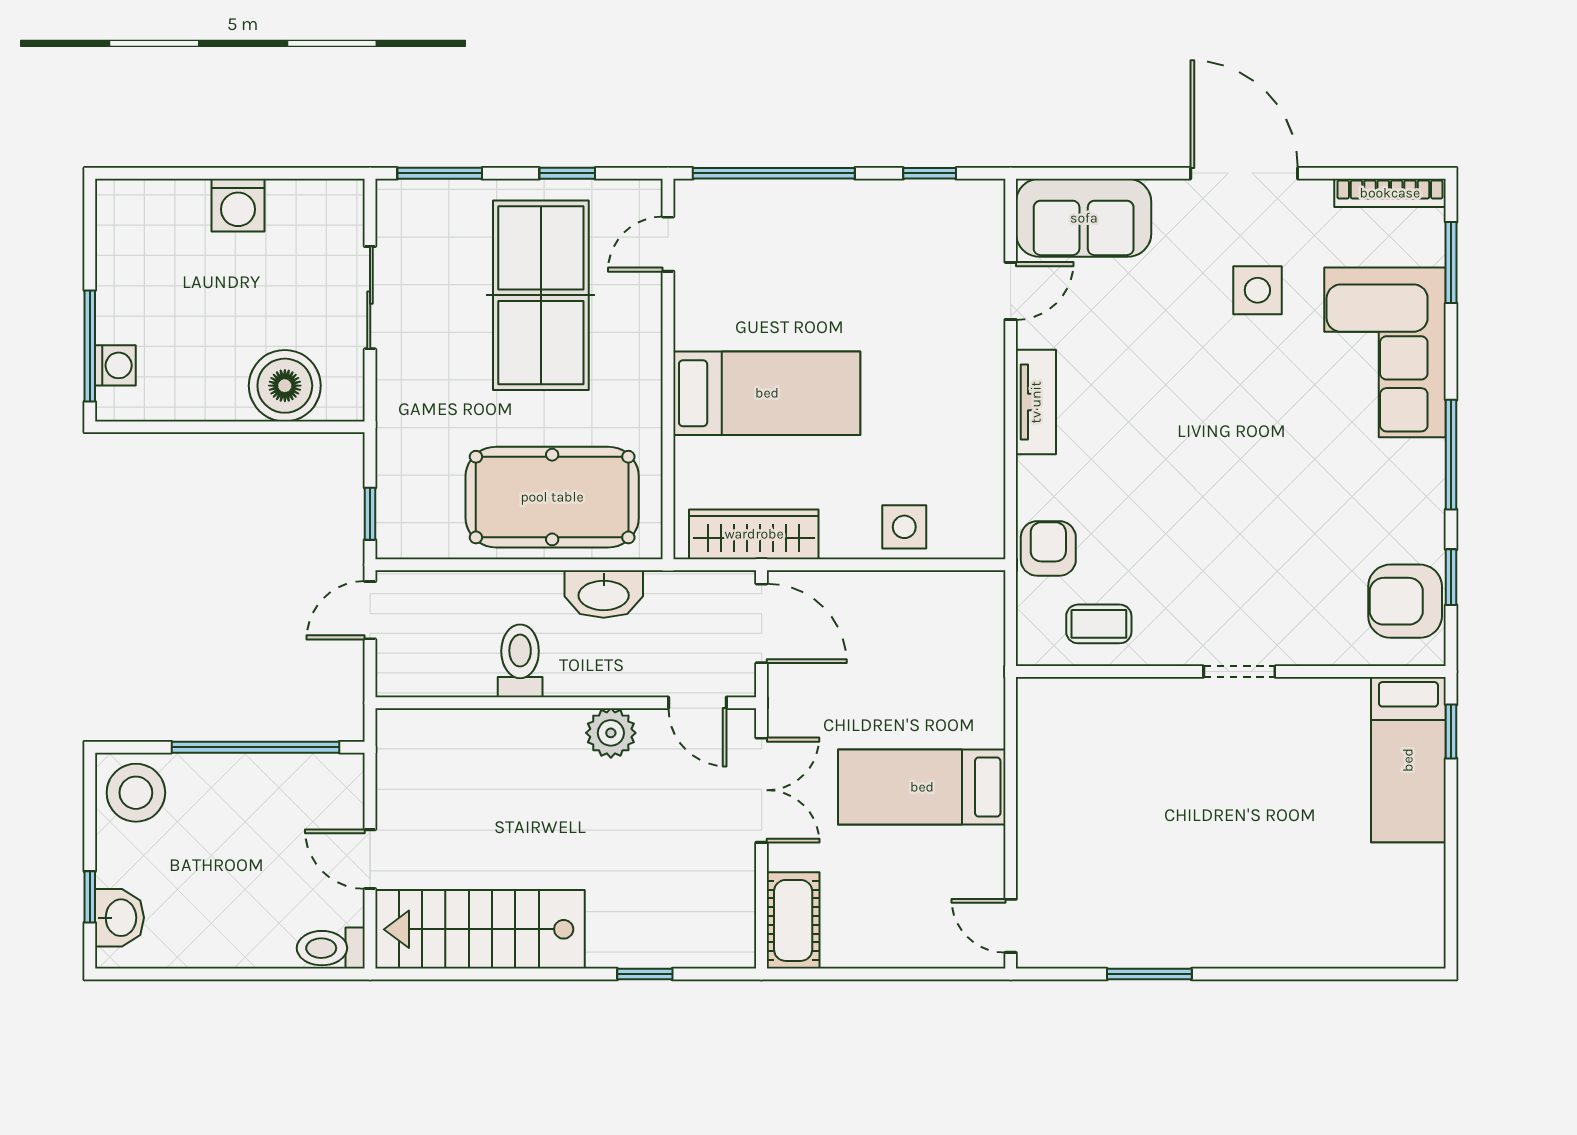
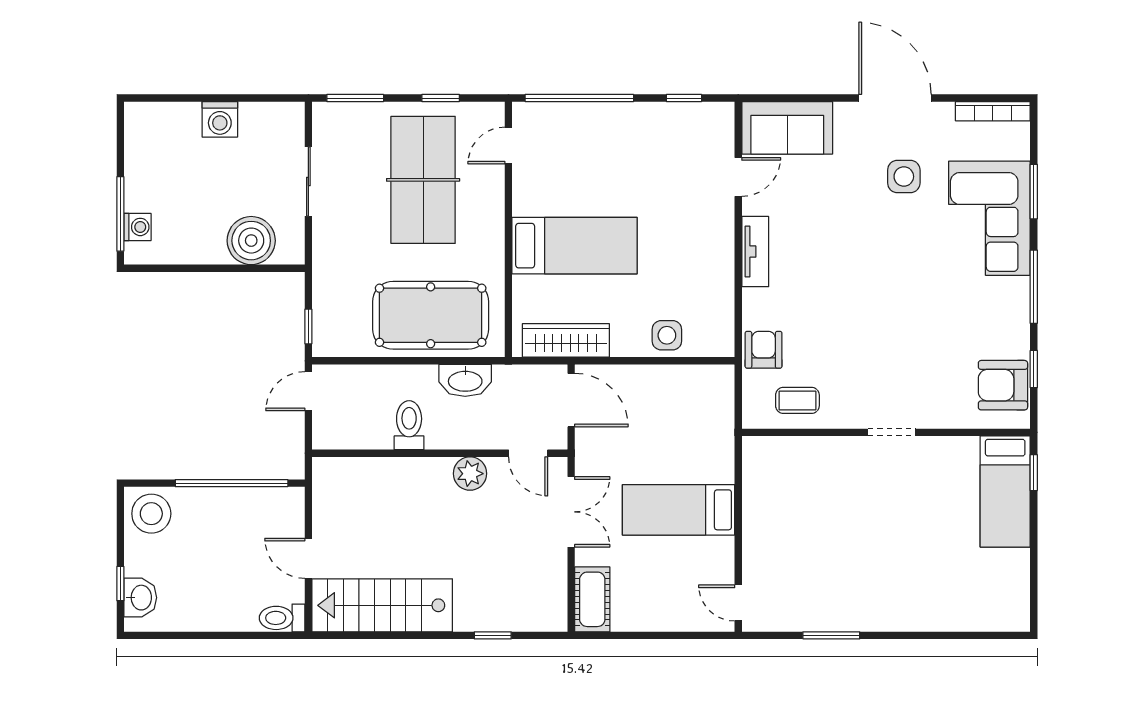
window: (1451, 263) -> (1034, 192), moved

